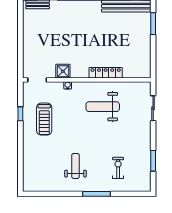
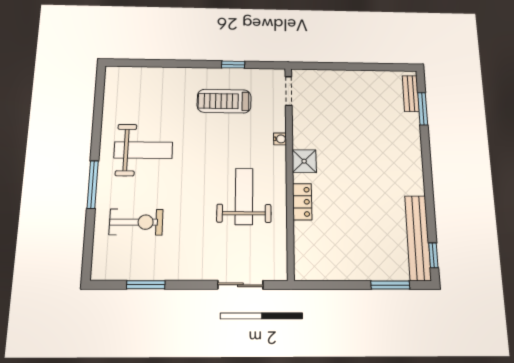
shower: (63, 71) -> (304, 161), moved
locker: (106, 73) -> (302, 202), width x0.66
weight bench: (75, 166) -> (143, 150), width x1.36, depth x1.33
exercise bike: (118, 168) -> (136, 222), width x1.38, depth x1.39

